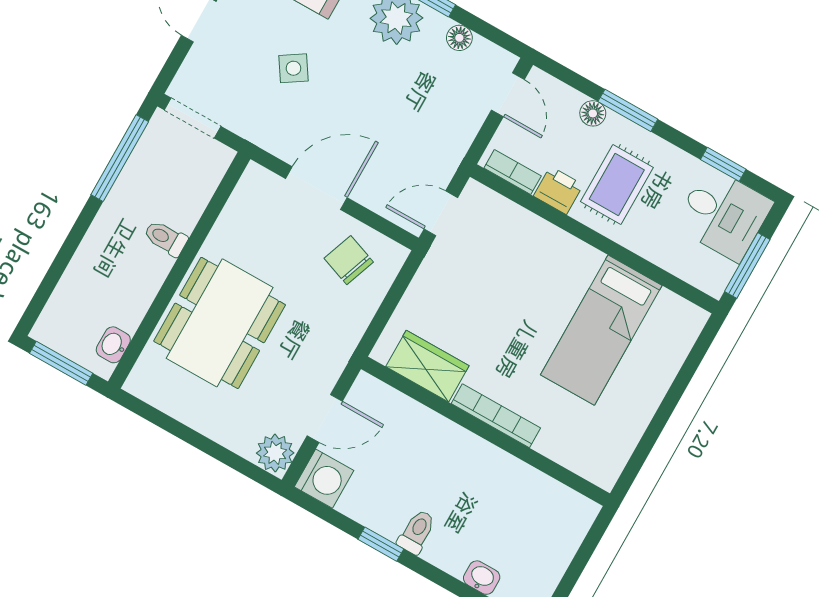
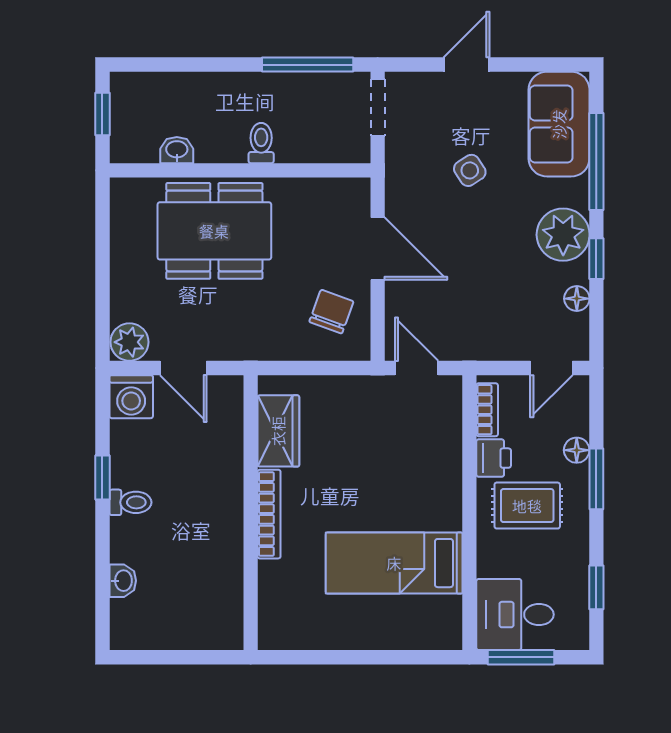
desk: (723, 214) -> (515, 615), moved, turned 90
washbasin: (113, 345) -> (177, 150), moved
window: (61, 363) -> (102, 114), width x0.67

